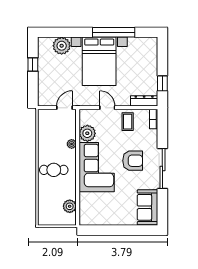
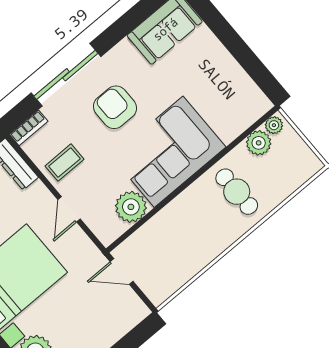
plant: (72, 144) -> (274, 125), moved
sliding door: (162, 168) -> (66, 75), moved
cafe table: (54, 170) -> (237, 192), moved

